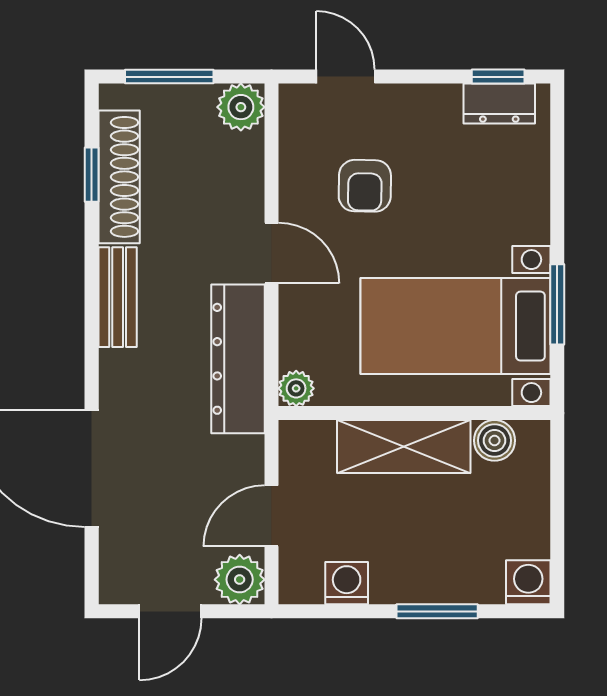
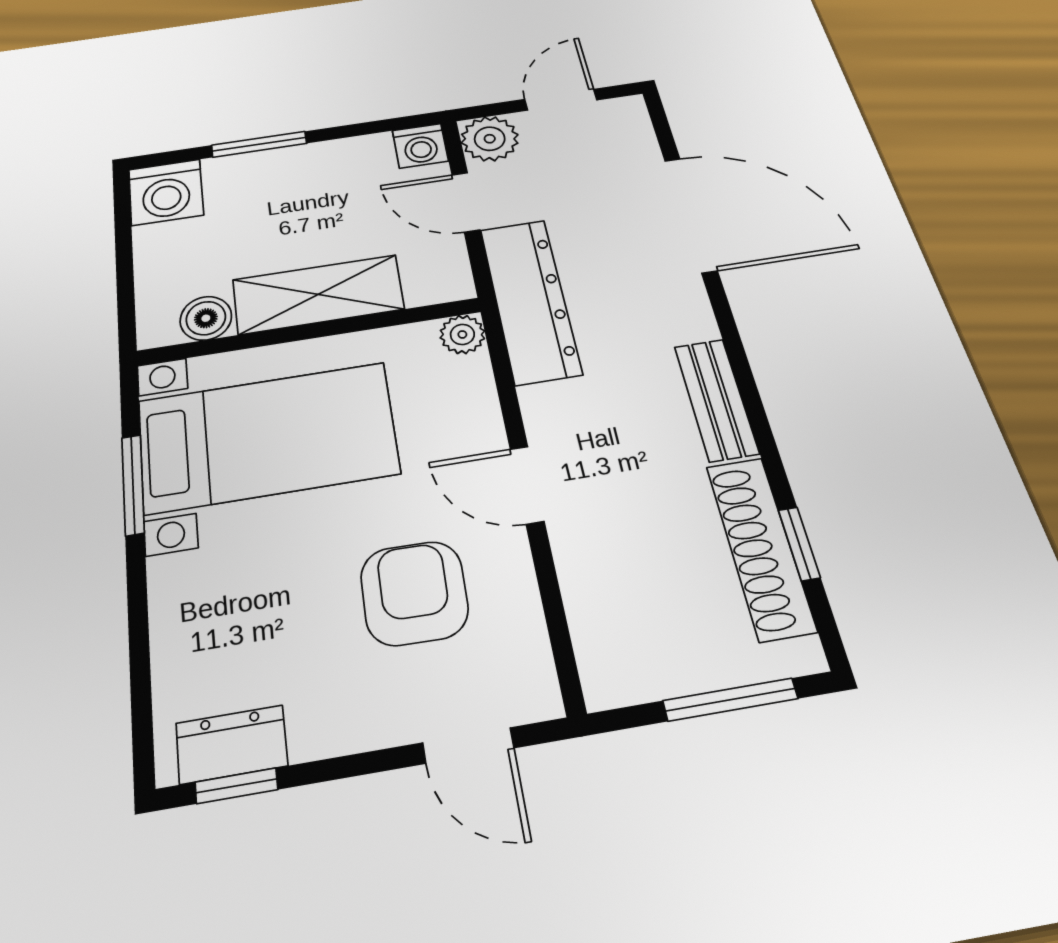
plant: (241, 107) -> (614, 673), removed
armchair: (365, 186) -> (414, 593), width x1.38, depth x1.38
dresser: (238, 359) -> (530, 300), moved
door: (271, 516) -> (466, 202), swing flipped
washing machine: (528, 582) -> (166, 192), width x1.38, depth x1.38
washing machine: (347, 583) -> (420, 146), moved

